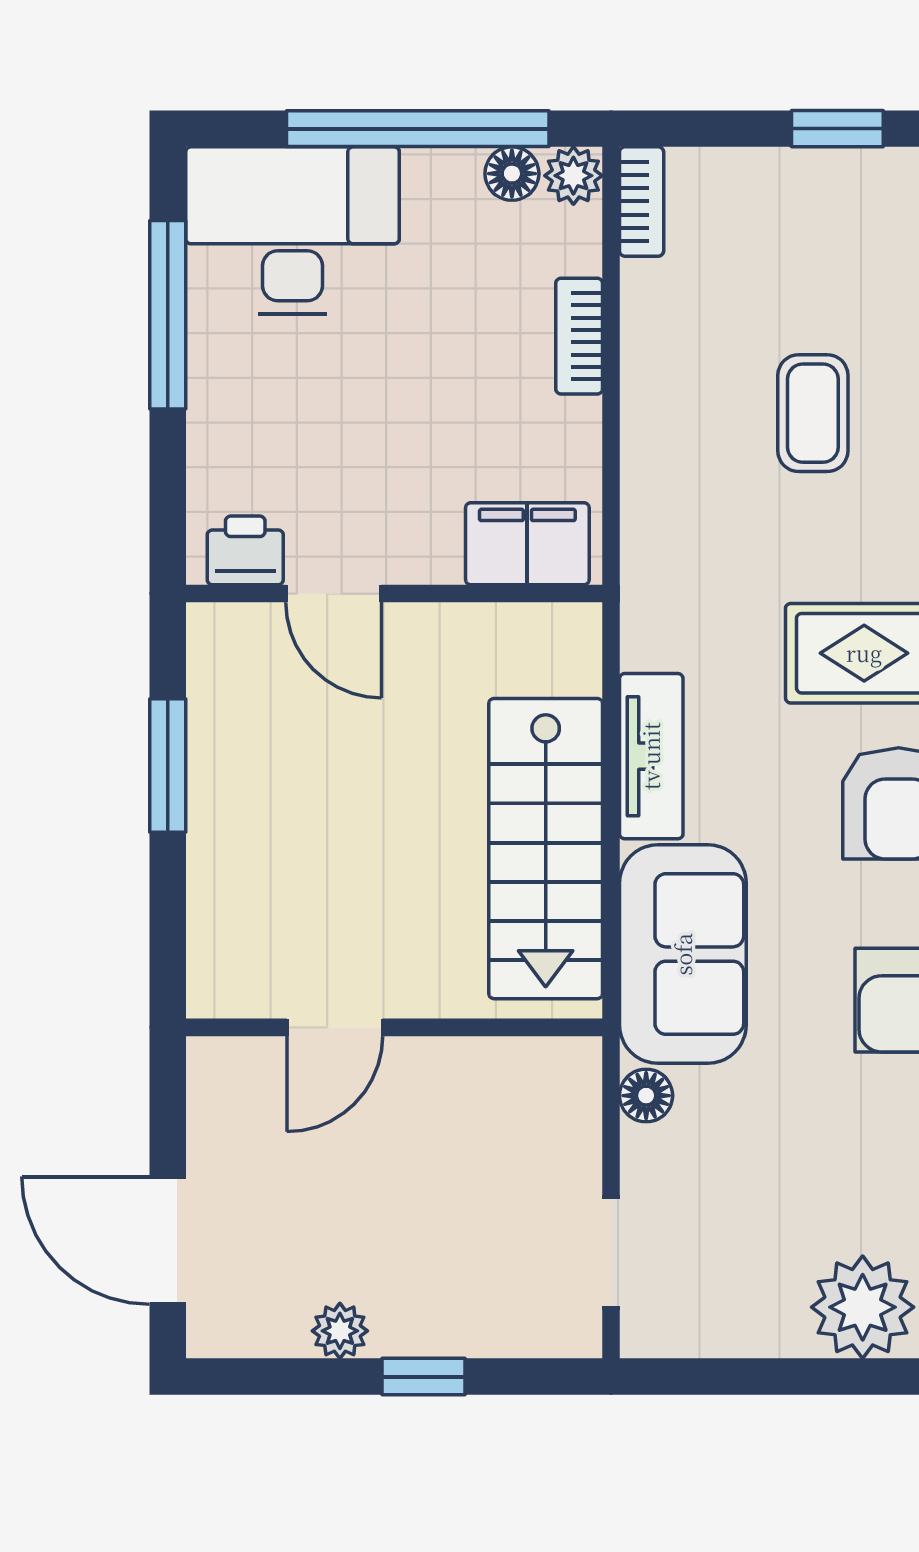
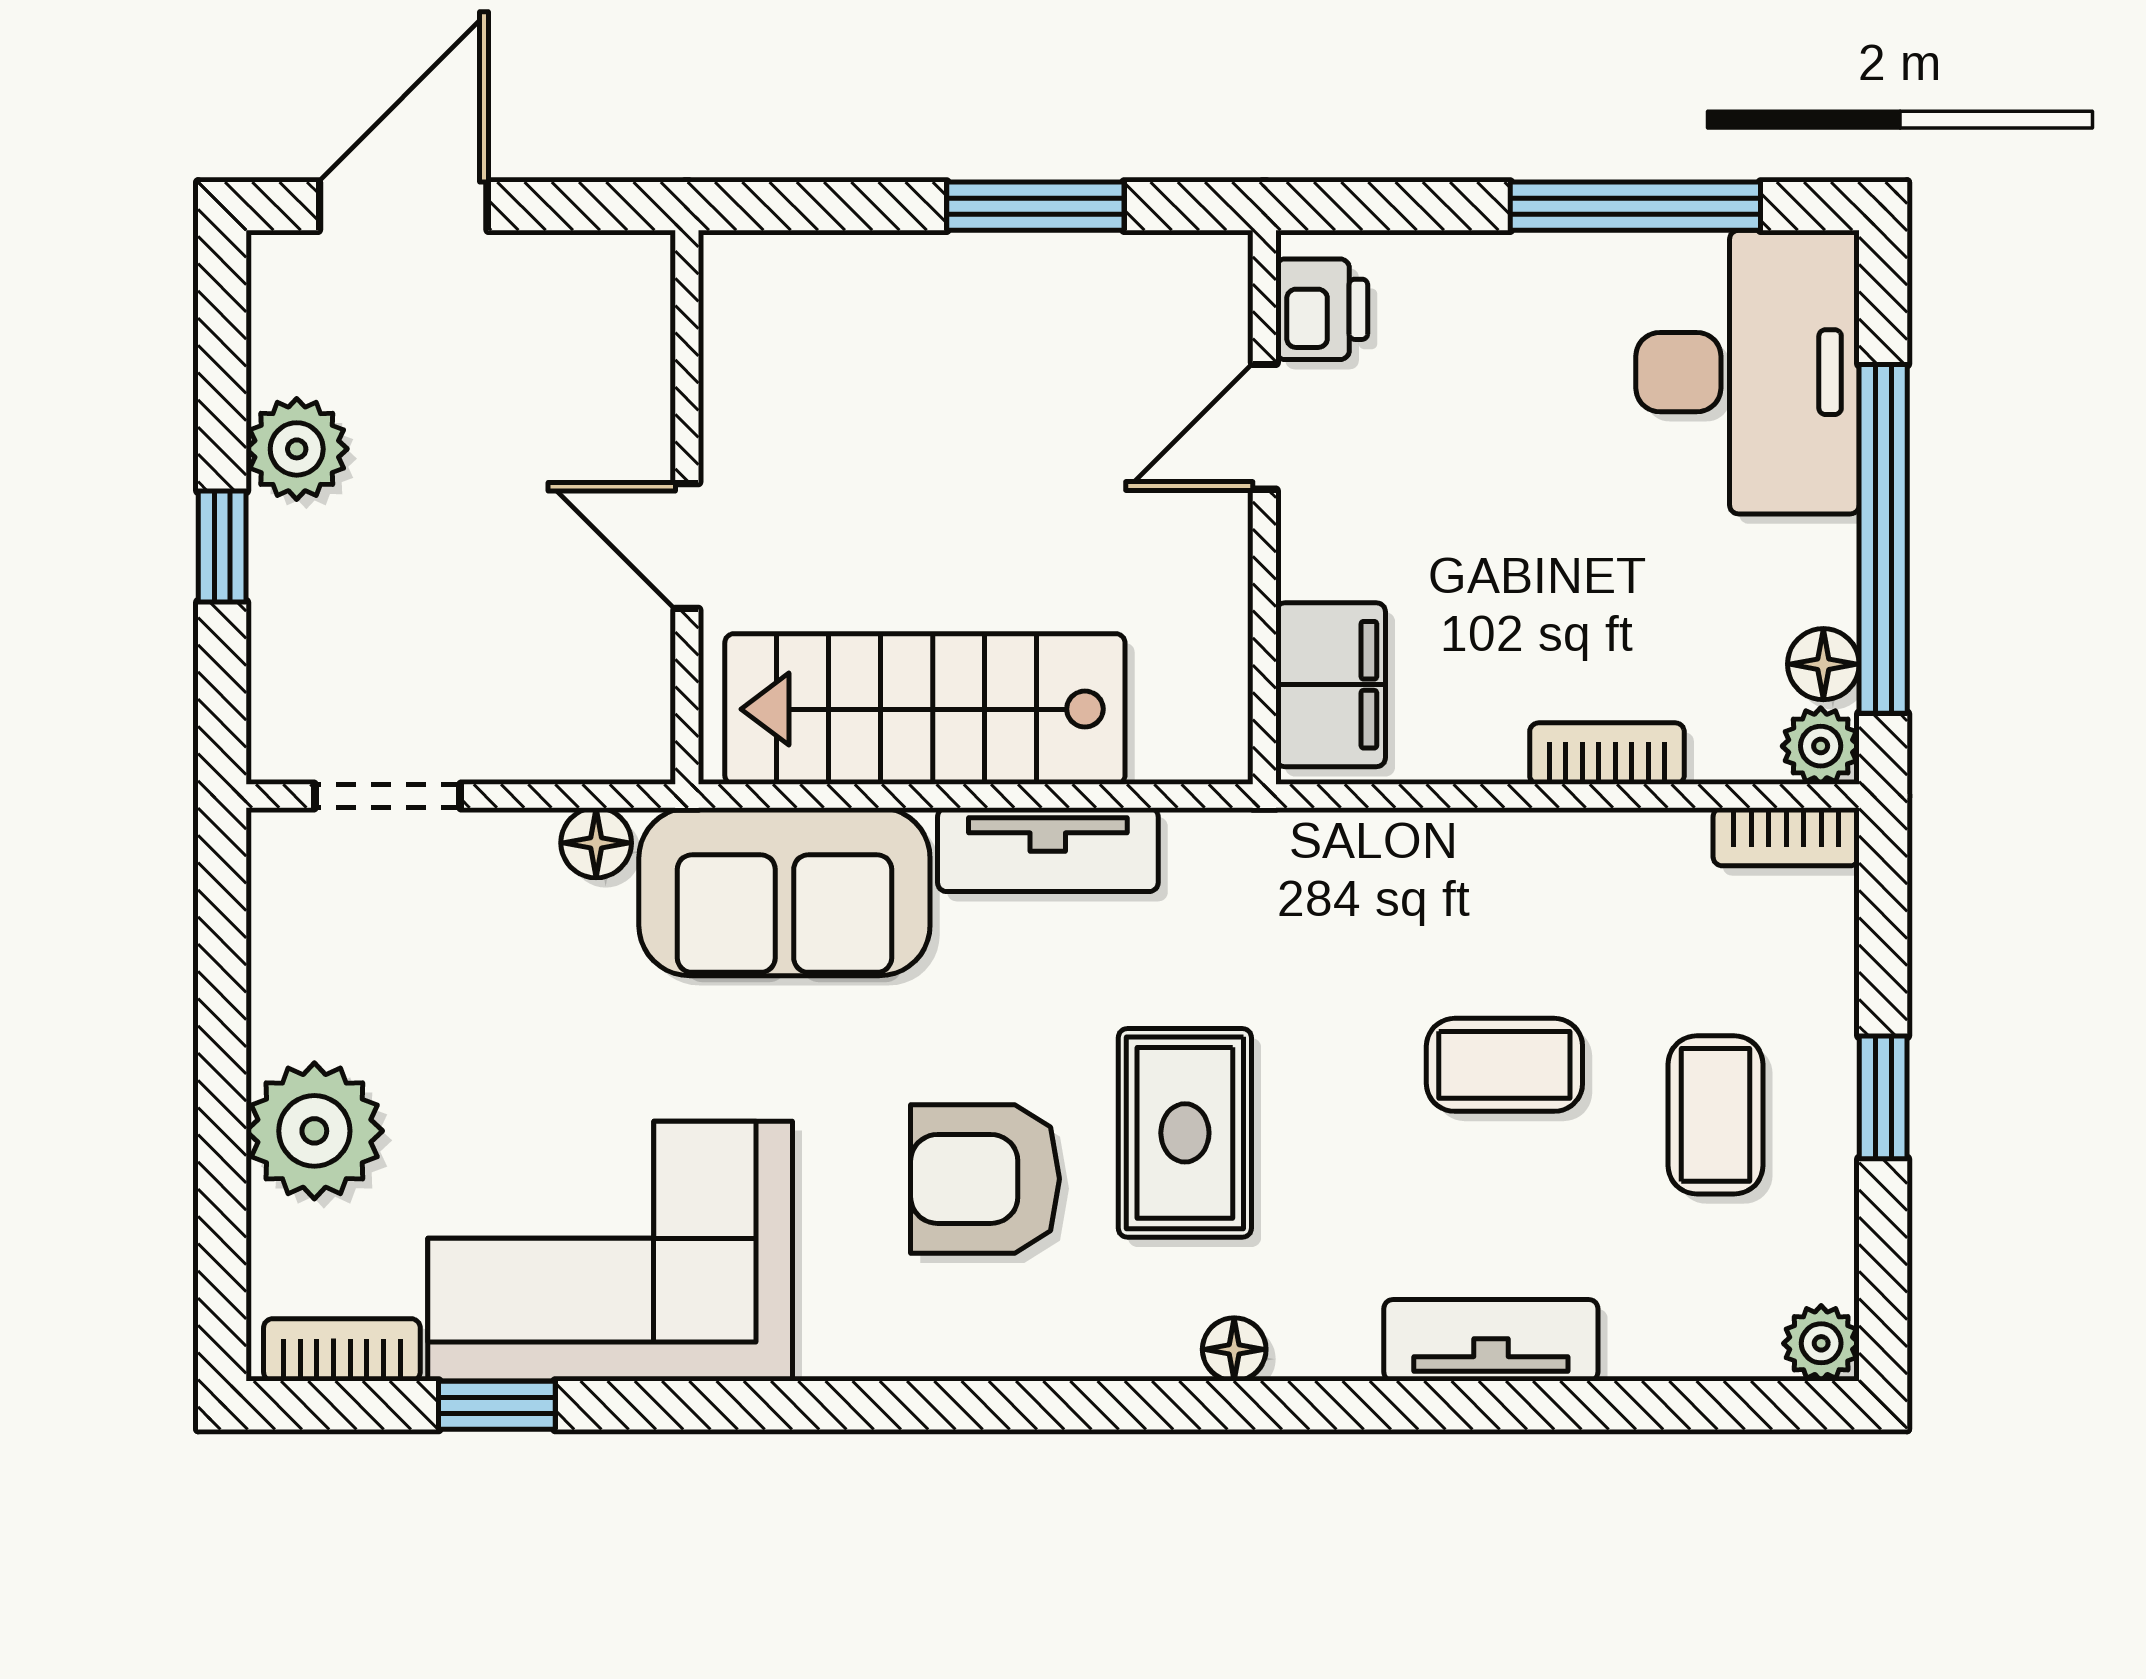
coffee table: (851, 255) -> (1716, 1115), added
door: (335, 1027) -> (687, 546), moved
plant: (340, 1331) -> (297, 449), width x1.38, depth x1.38

